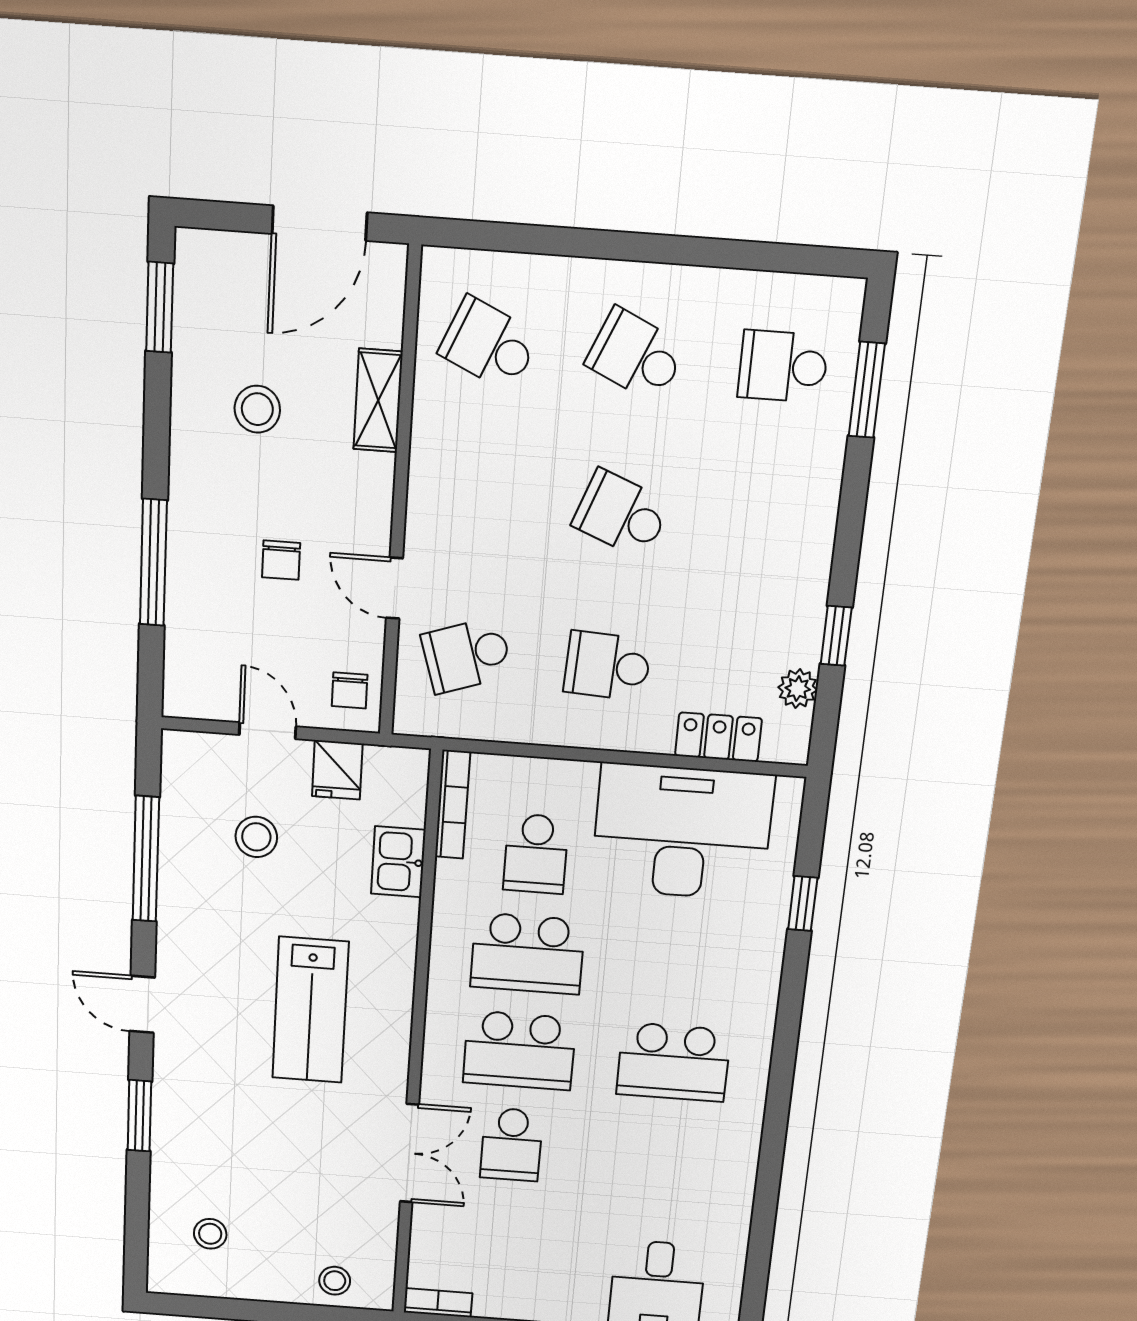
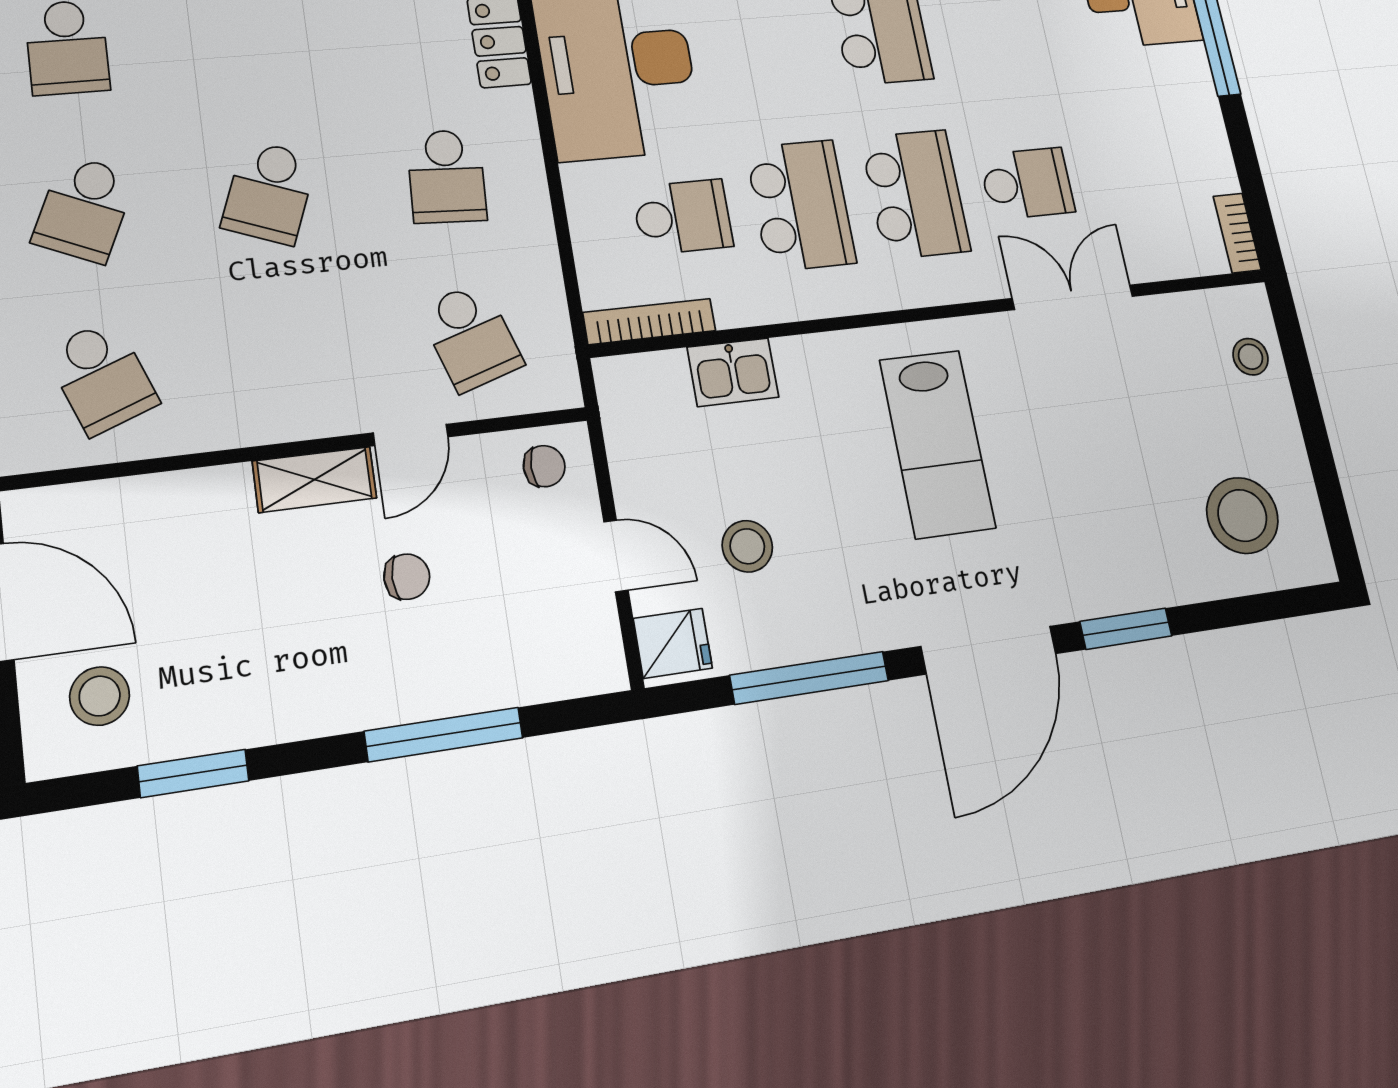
window: (160, 307) -> (193, 773), moved
school desk: (489, 344) -> (102, 377), turned -45
shelving: (378, 401) -> (315, 480), moved
stool: (257, 409) -> (100, 696), moved
door: (267, 731) -> (616, 556), swing flipped
fridge: (337, 770) -> (673, 643), moved
door: (142, 1004) -> (989, 650), width x1.88
lab bench: (310, 1010) -> (937, 444), turned 90
stool: (210, 1234) -> (1242, 515), width x1.89, depth x1.89

